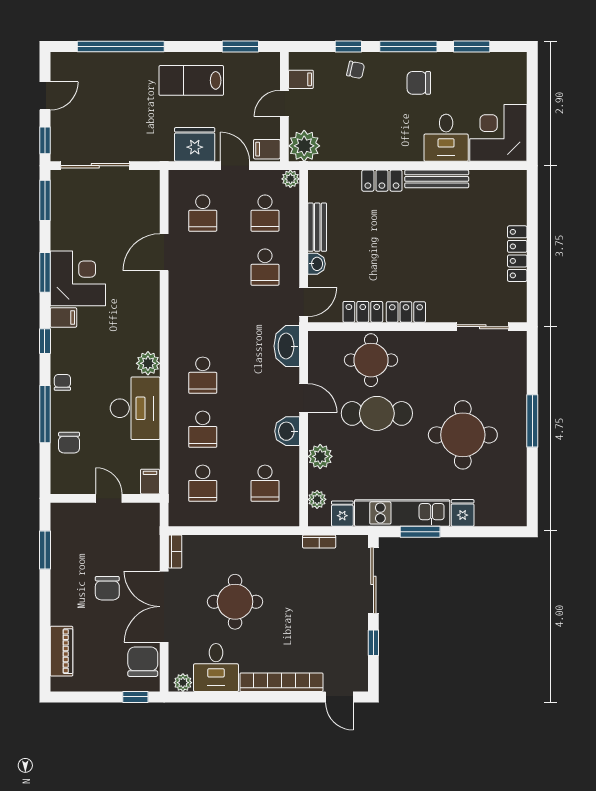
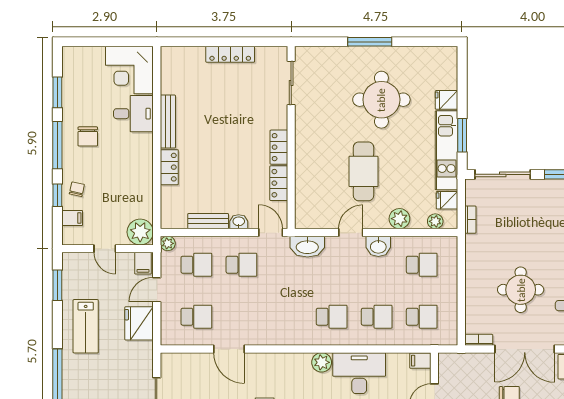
filing cabinet: (301, 79) -> (72, 218), moved, turned 90
round table: (371, 360) -> (319, 176), removed

